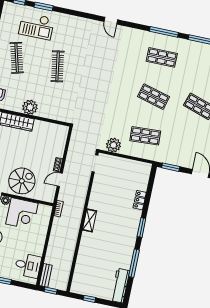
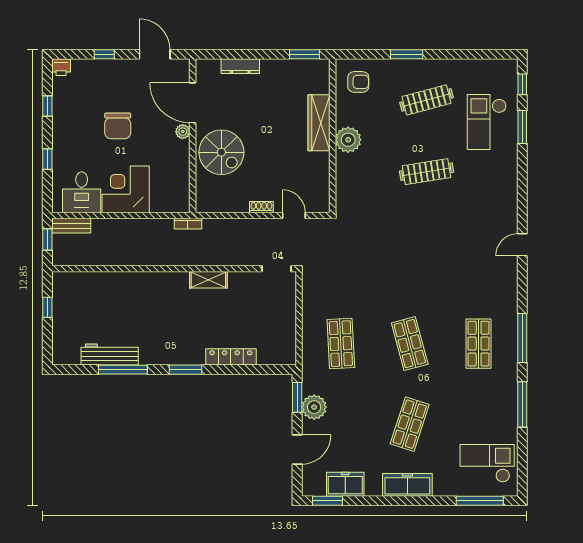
shop shelf: (154, 97) -> (410, 344), turned -30
plant: (113, 145) -> (314, 407), moved
door: (60, 180) -> (294, 216), moved
locker: (140, 200) -> (231, 357), width x1.53
corner desk: (22, 214) -> (126, 189), moved, turned 90
shelving: (89, 220) -> (208, 280), moved
workbench: (120, 286) -> (110, 355), moved

